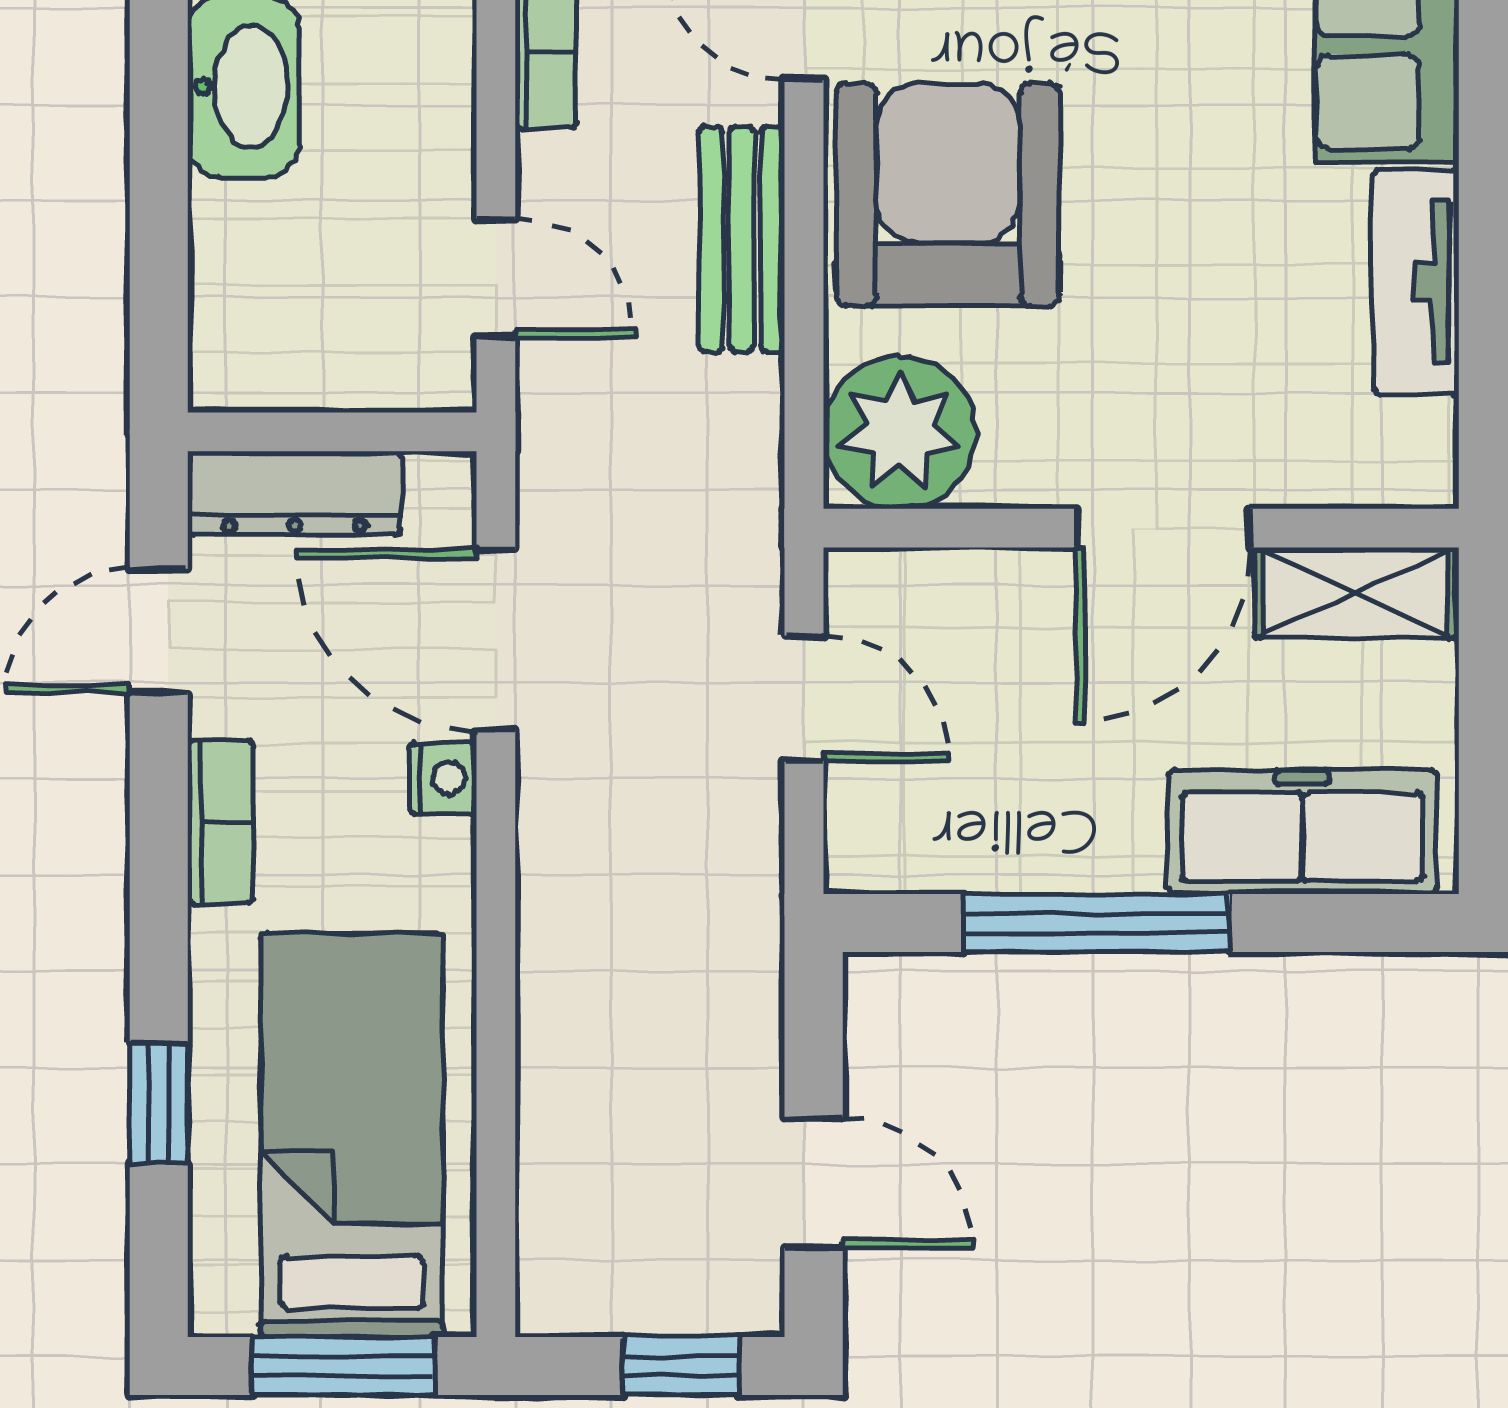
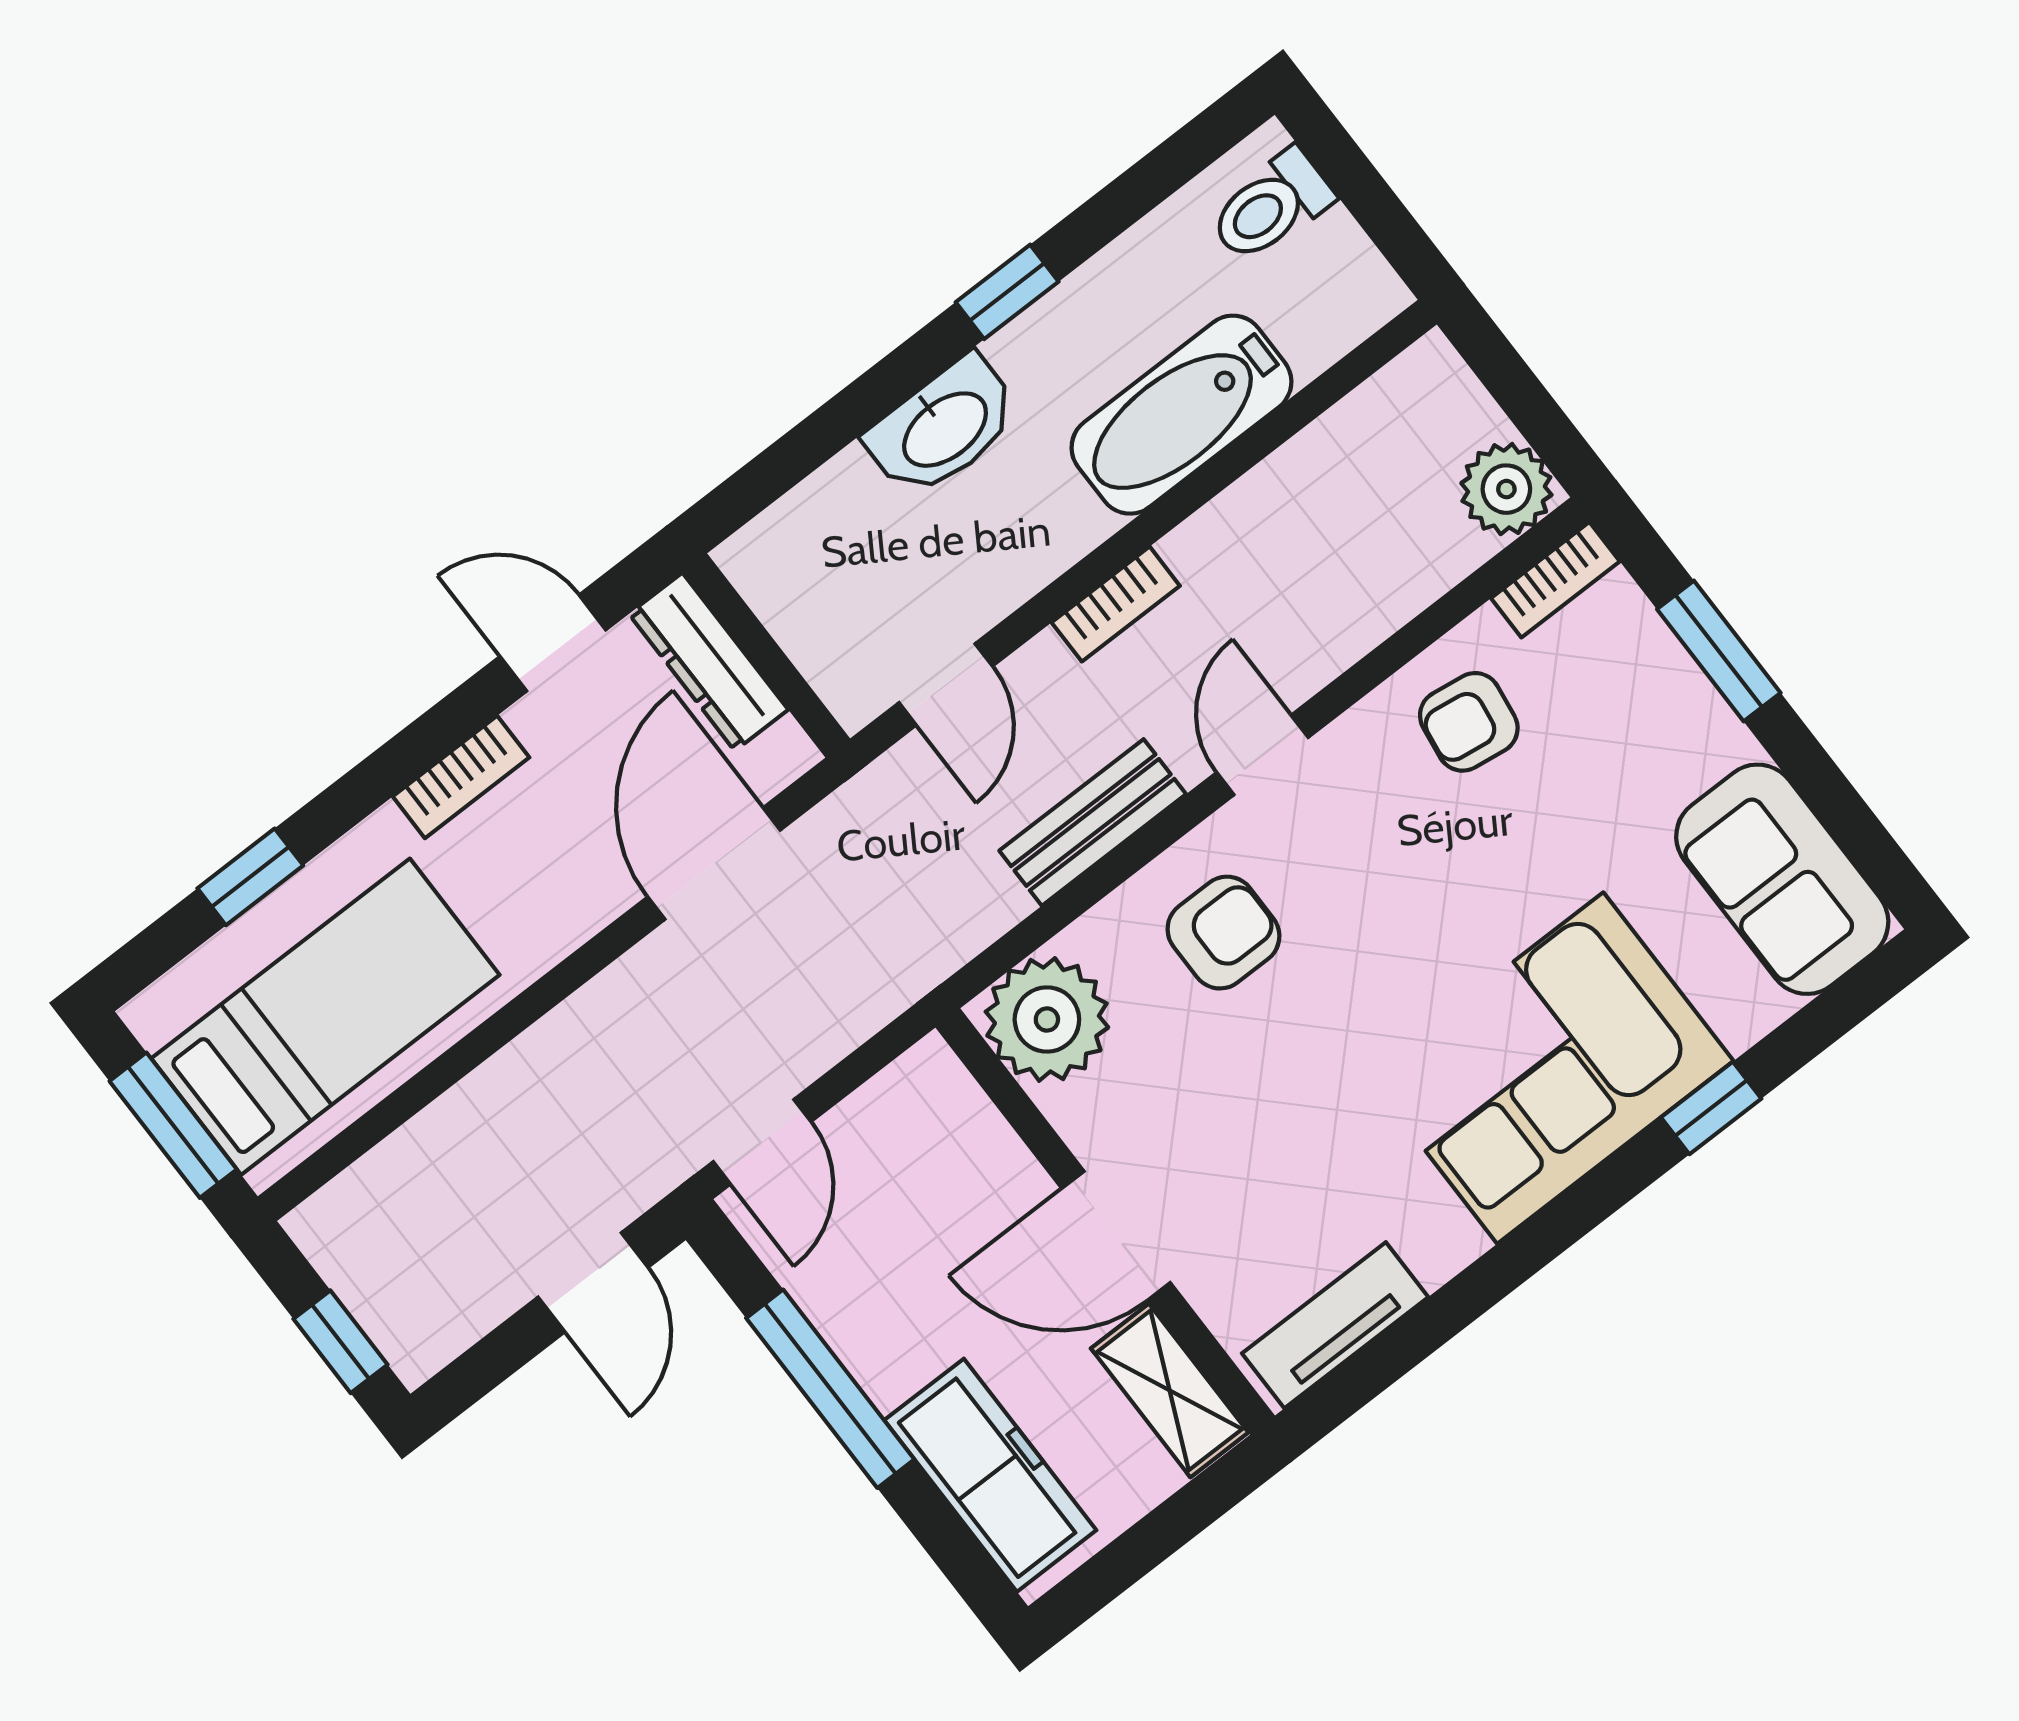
armchair: (948, 194) -> (1223, 933), width x0.53, depth x0.53
tv unit: (1416, 282) -> (1335, 1325), moved
door: (804, 699) -> (762, 1142), moved
nightstand: (443, 778) -> (599, 898), removed
door: (814, 1183) -> (593, 1282), moved

